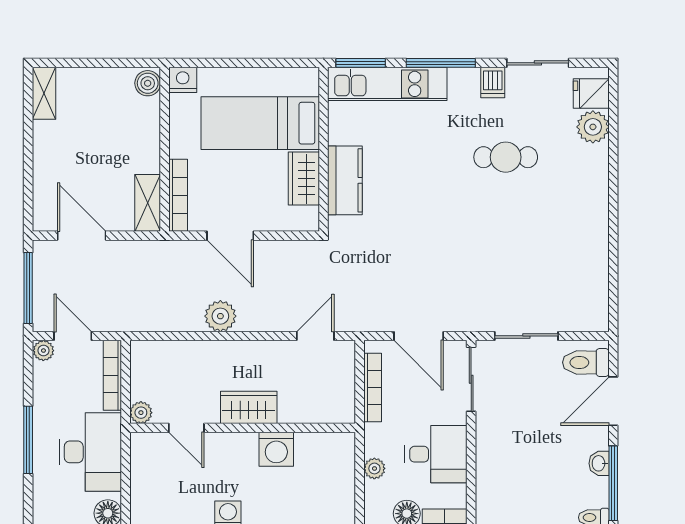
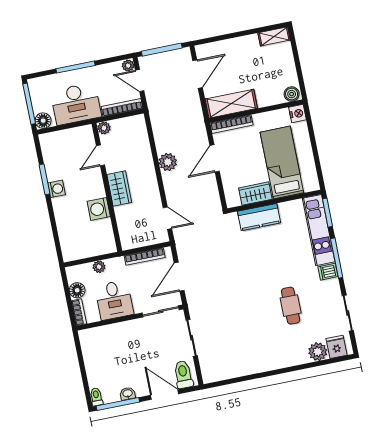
dishwasher: (493, 82) -> (328, 272), moved
shelving: (148, 203) -> (231, 104), width x1.50, depth x1.33
door: (73, 336) -> (140, 80), swing flipped

